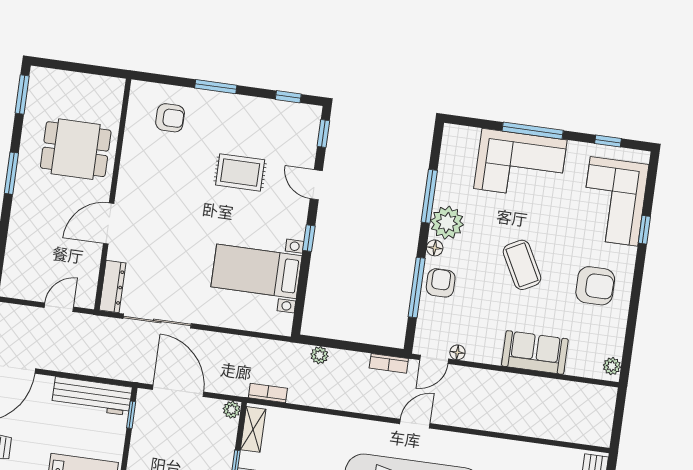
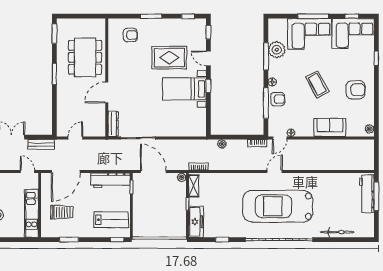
dining table: (76, 149) -> (85, 57), width x1.38
rug: (240, 172) -> (169, 58), width x1.36, depth x1.43
corner sofa: (614, 201) -> (353, 33), moved, turned -90
plant: (447, 223) -> (277, 50), moved
bed with nightstands: (256, 271) -> (184, 89), moved
armchair: (441, 283) -> (278, 99), turned 90
door: (59, 307) -> (75, 138), moved

